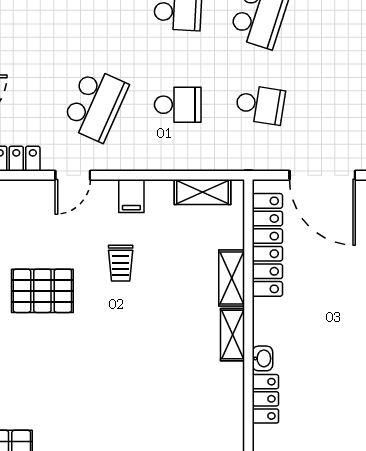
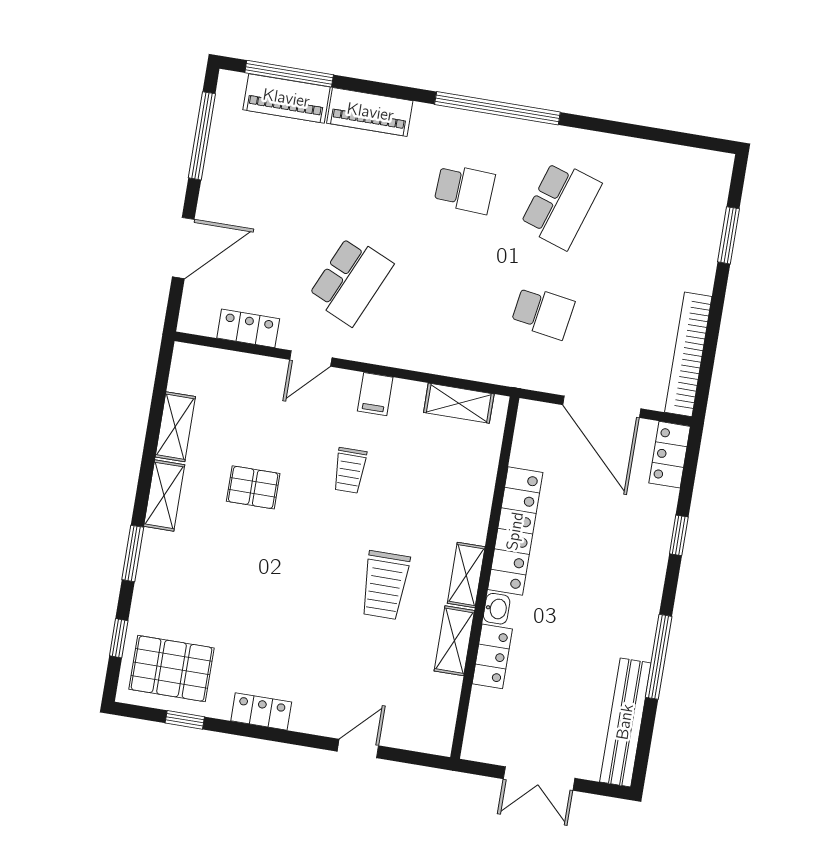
school desk: (178, 105) -> (447, 297), removed
locker: (267, 245) -> (515, 531), moved
shelving: (232, 278) -> (454, 641), moved
pallet: (42, 291) -> (253, 487), width x0.67, depth x0.71
trolley: (166, 354) -> (385, 585), added

